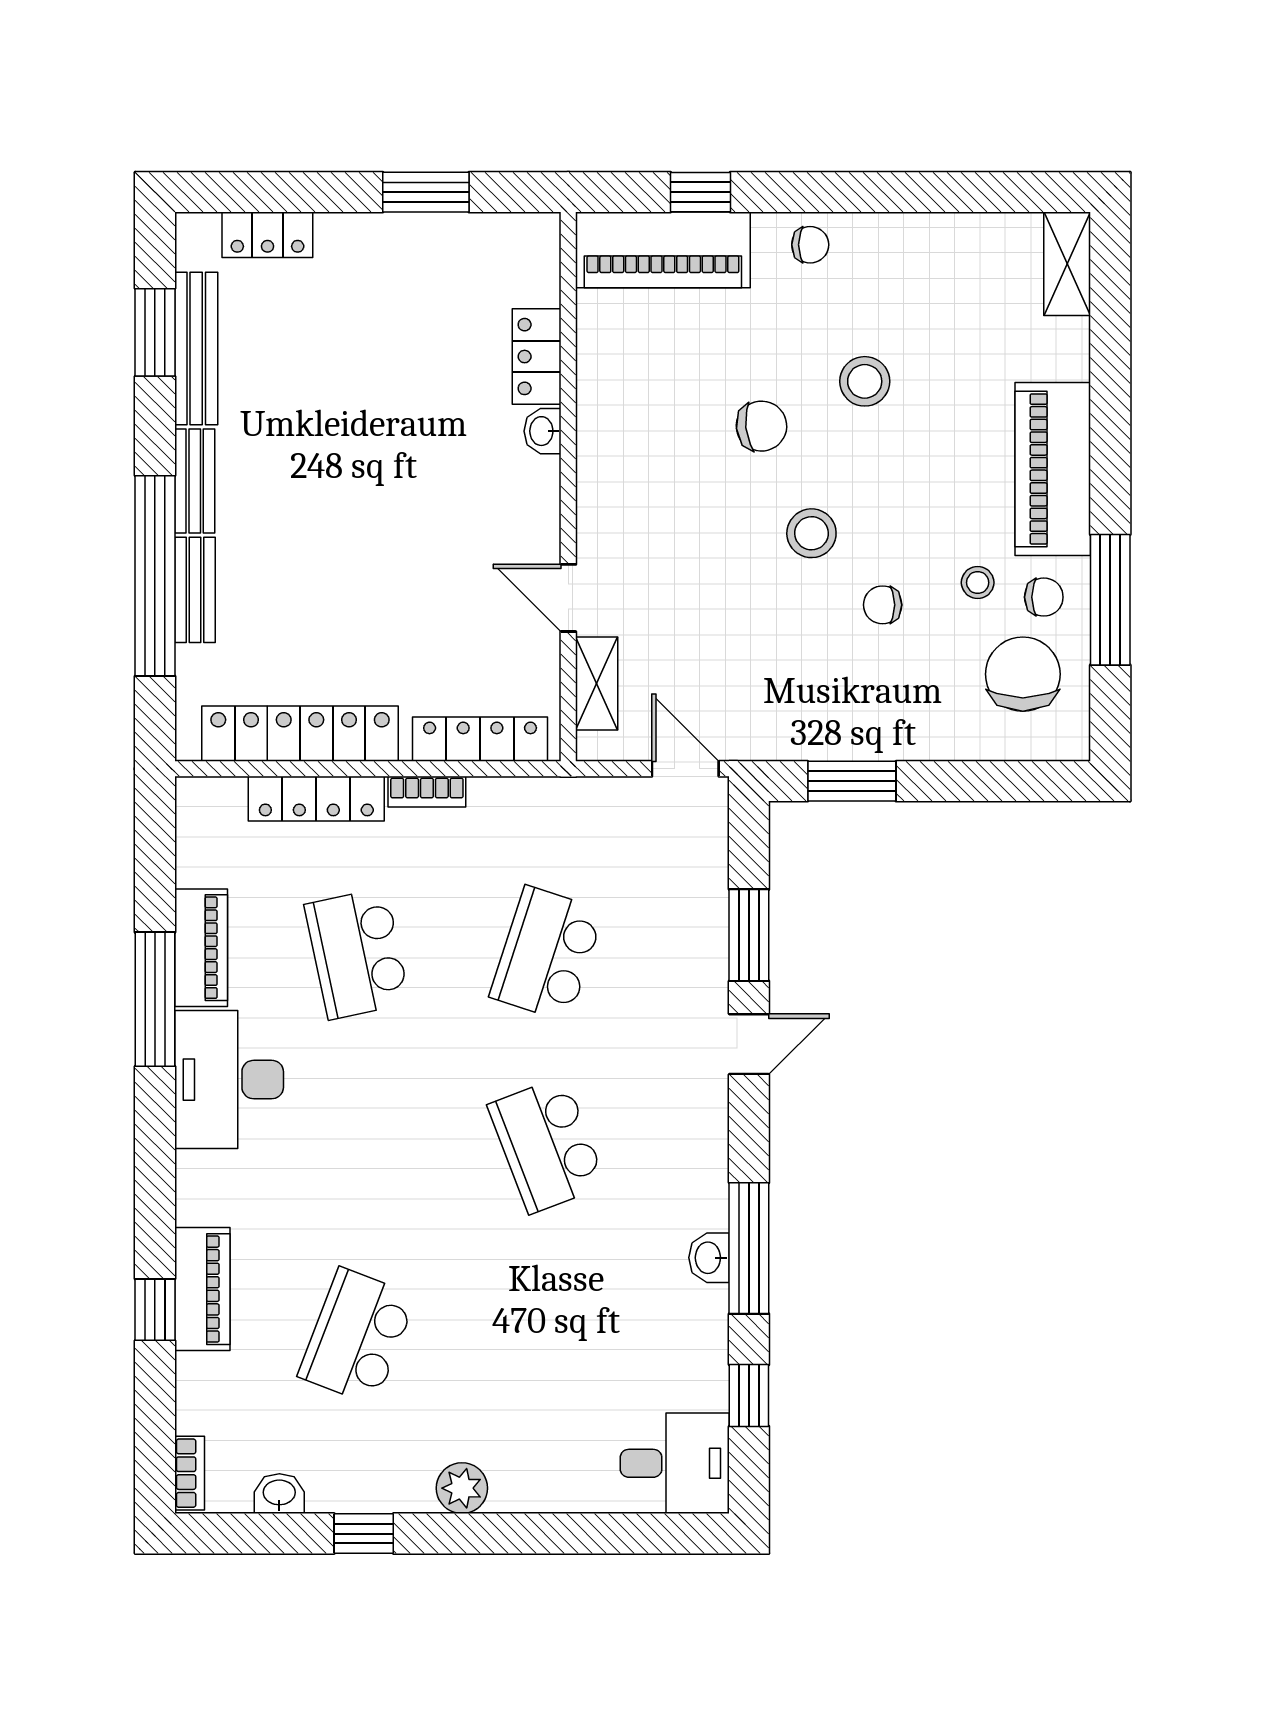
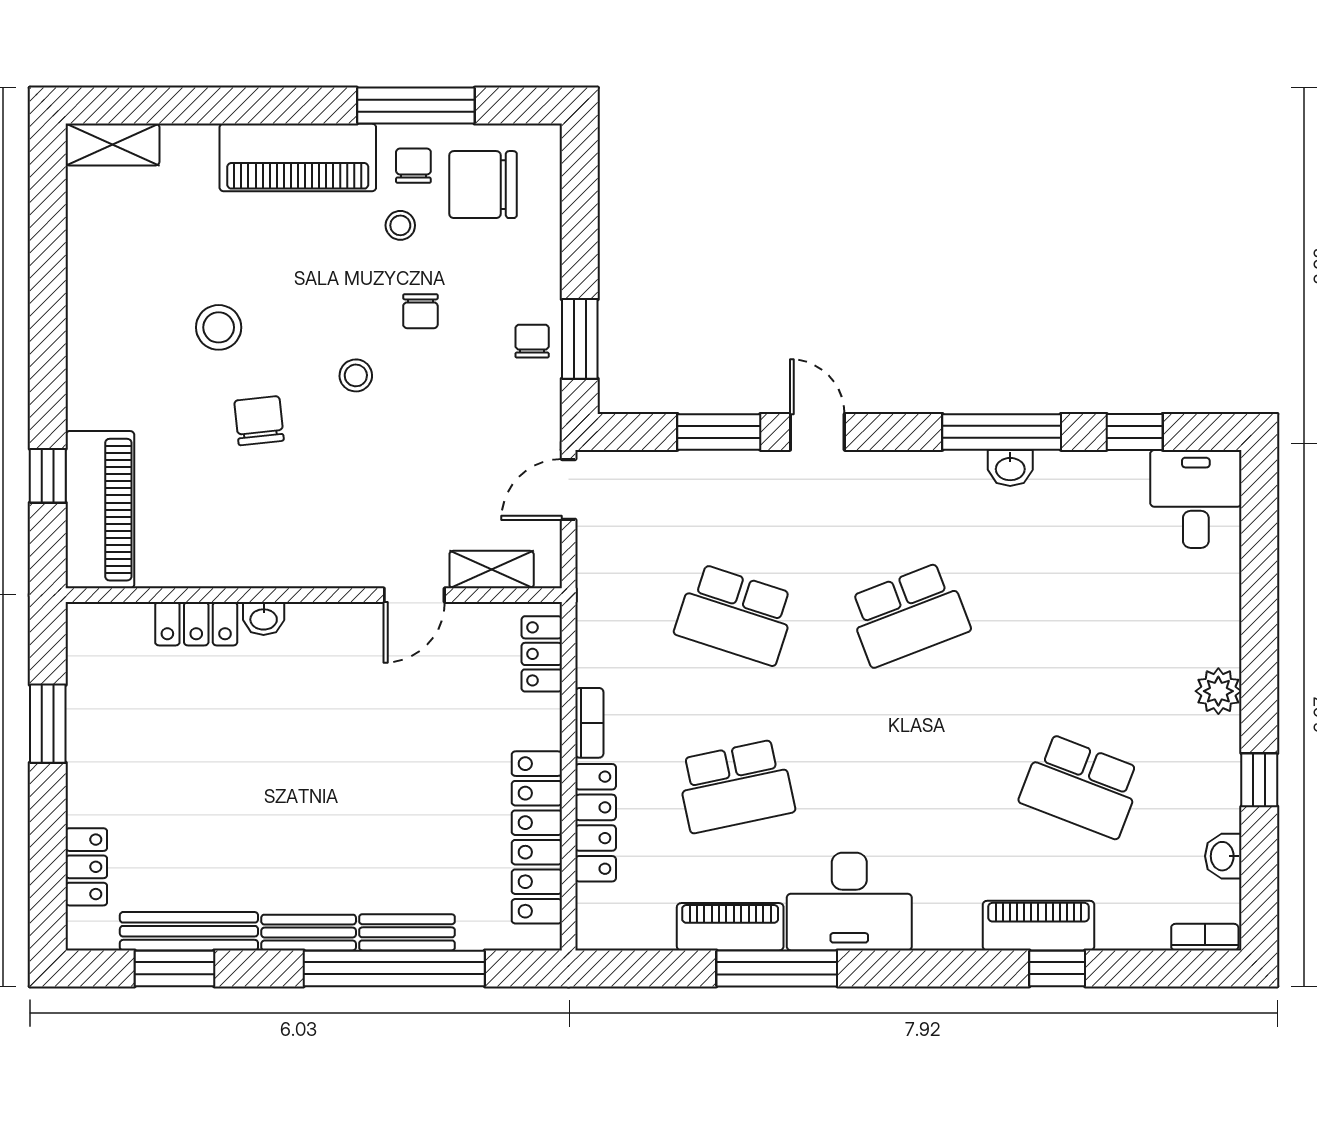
chair: (810, 245) -> (532, 341), moved
stool: (811, 533) -> (356, 375), width x0.73, depth x0.73
locker: (480, 739) -> (542, 654), width x0.66

